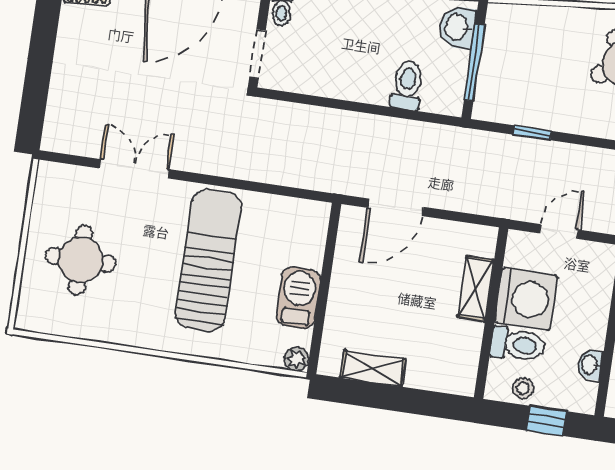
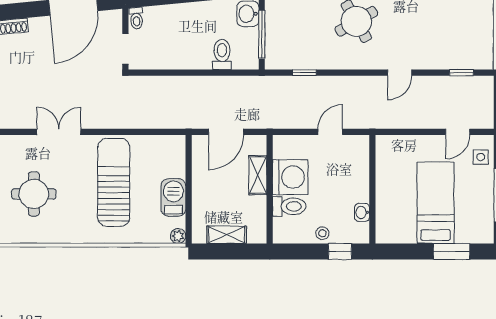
shelving: (476, 288) -> (258, 175), moved
washing machine: (526, 299) -> (290, 177), moved
wall: (491, 313) -> (270, 189), moved
toilet: (518, 344) -> (289, 206), moved

